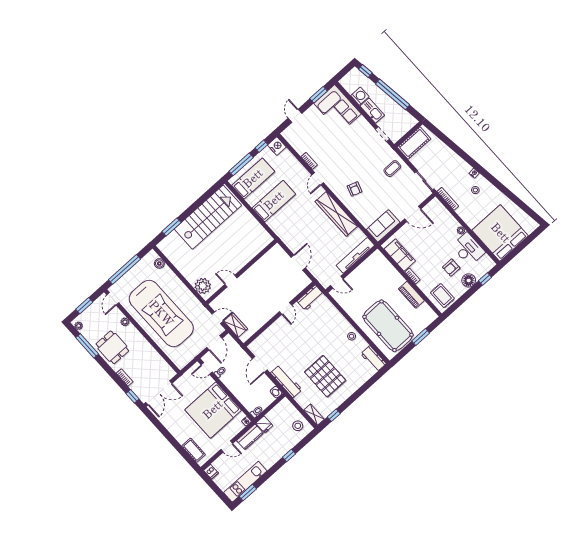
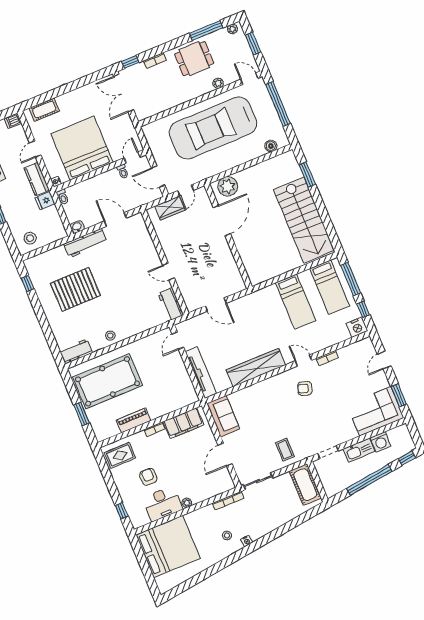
door: (295, 116) -> (384, 360), swing flipped
armchair: (355, 189) -> (305, 388), moved
floor lamp: (469, 280) -> (127, 491), removed
door: (231, 281) -> (222, 221), width x1.87
shelving: (314, 415) -> (36, 261), removed

